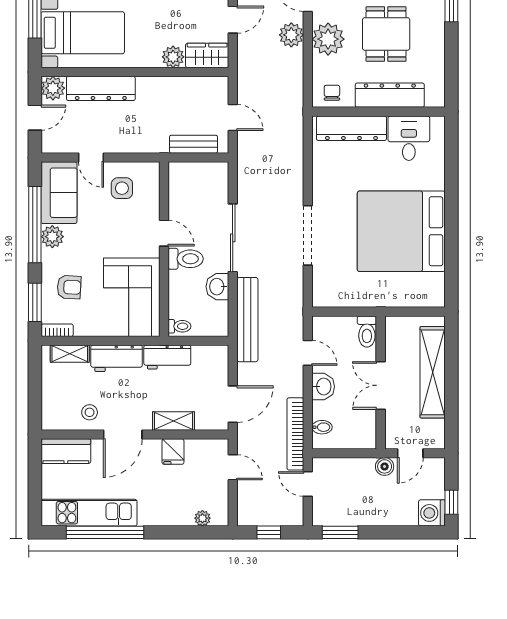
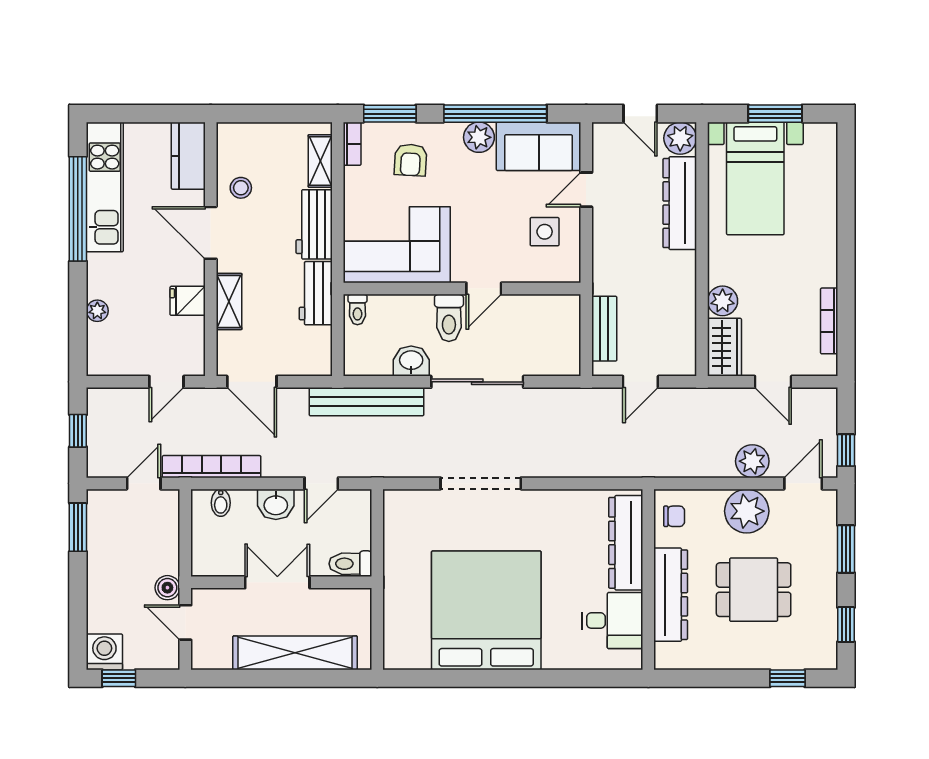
plant: (202, 518) -> (97, 311), moved

